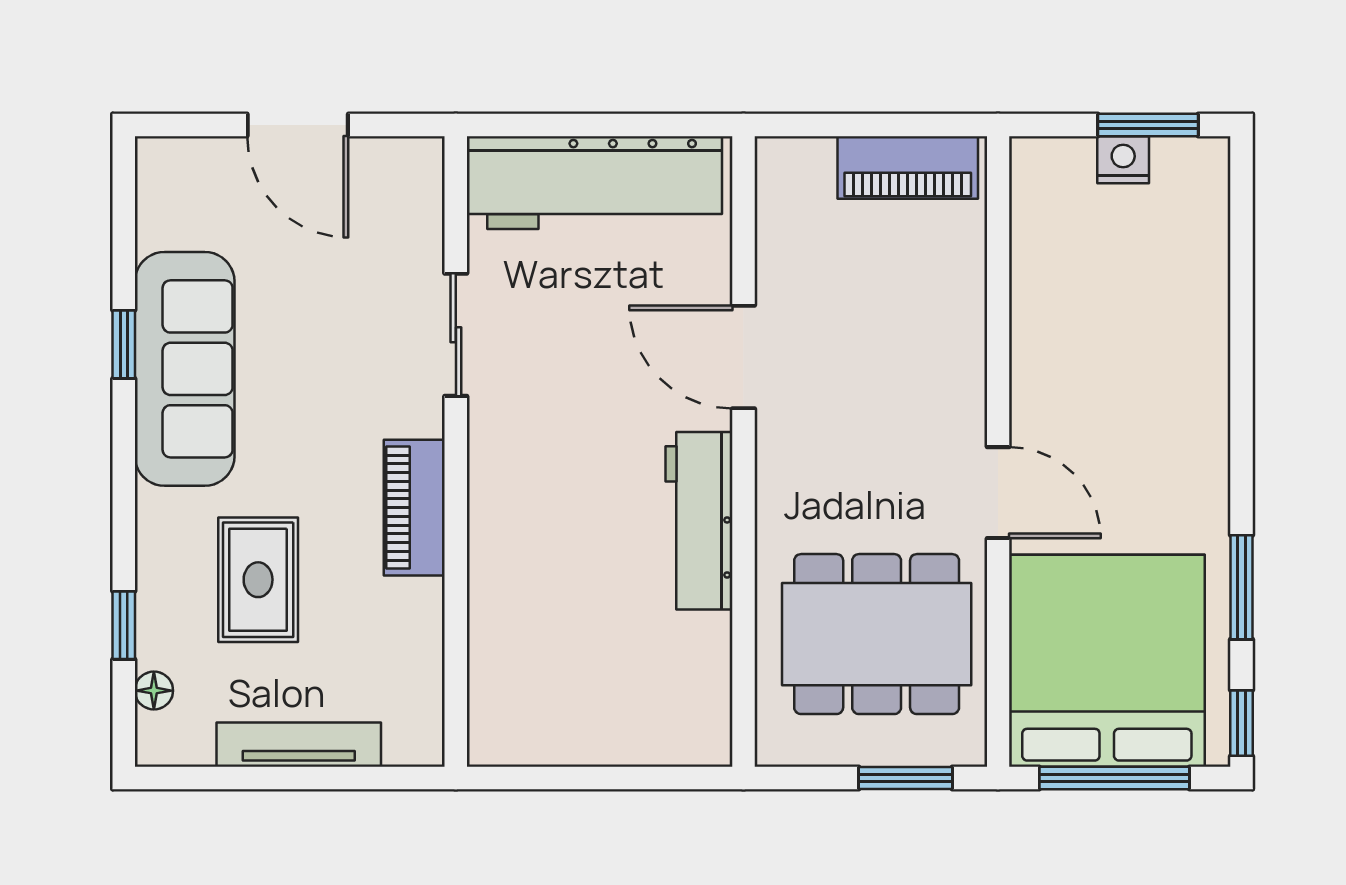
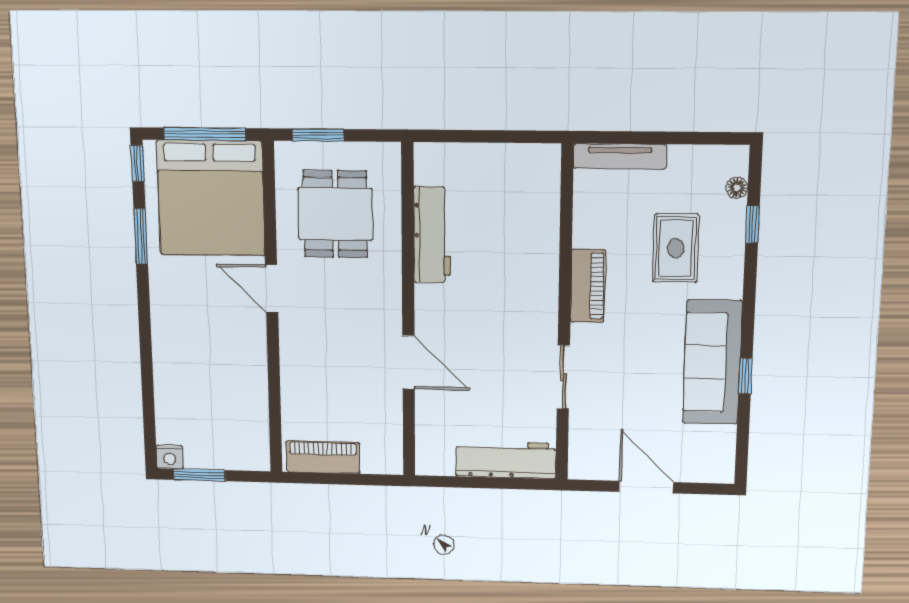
nightstand: (1123, 160) -> (170, 457), moved
workbench: (594, 183) -> (506, 460), width x0.73, depth x0.76
workbench: (699, 521) -> (432, 235), moved
dining table: (877, 634) -> (335, 214), width x0.73
tv unit: (299, 745) -> (620, 156), moved

